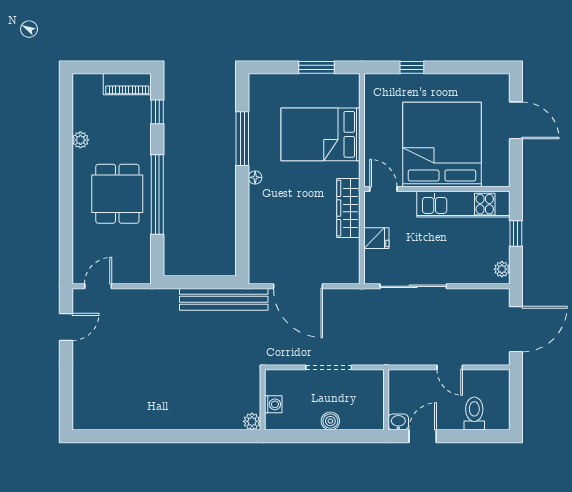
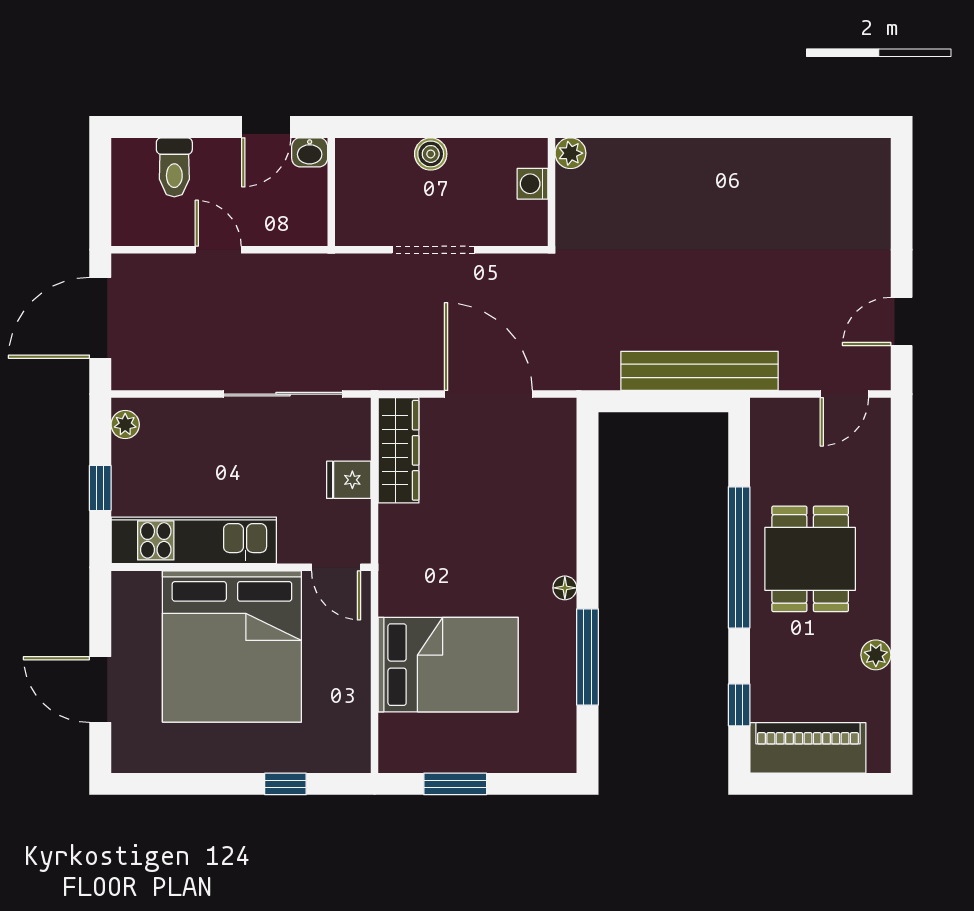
piano: (127, 84) -> (808, 748), width x1.37, depth x1.33
wardrobe: (348, 208) -> (399, 450), moved
bench: (224, 299) -> (700, 371), moved

